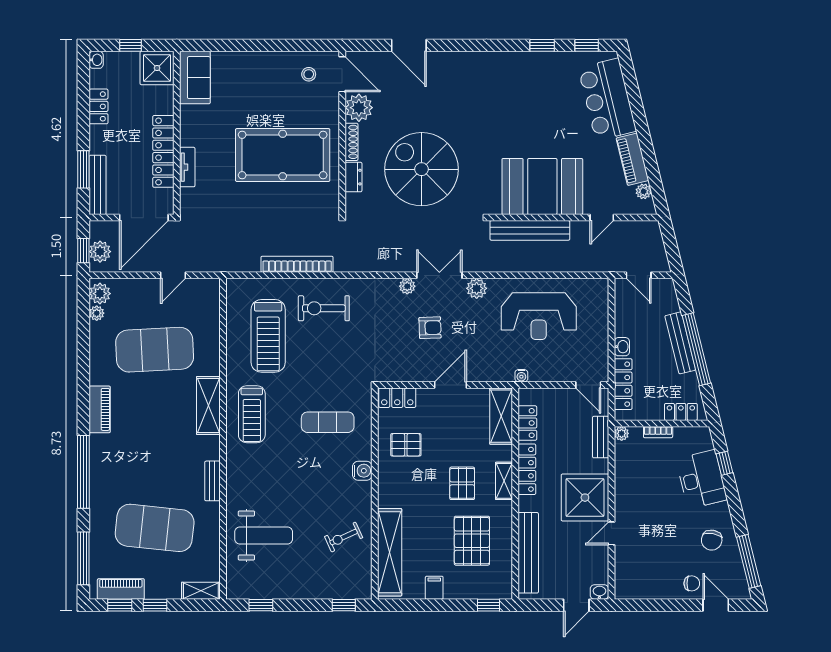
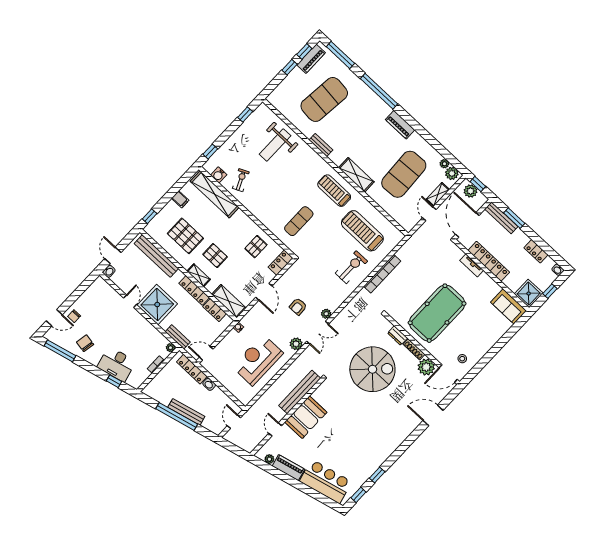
booth: (542, 186) -> (306, 417), width x0.73, depth x0.70
door: (639, 275) -> (234, 422), hinge flipped
locker: (681, 412) -> (155, 383), removed
water cooler: (362, 471) -> (219, 175), moved
shelving: (201, 591) -> (438, 194), moved

